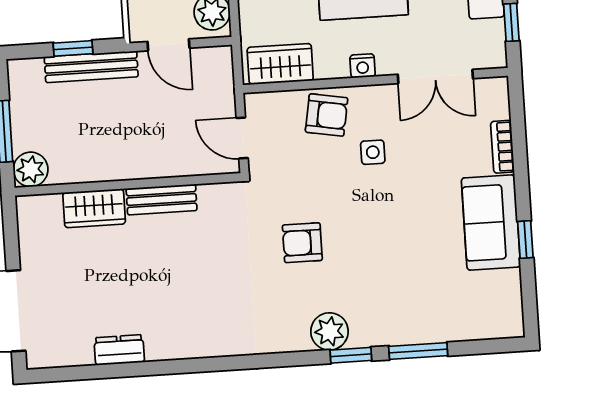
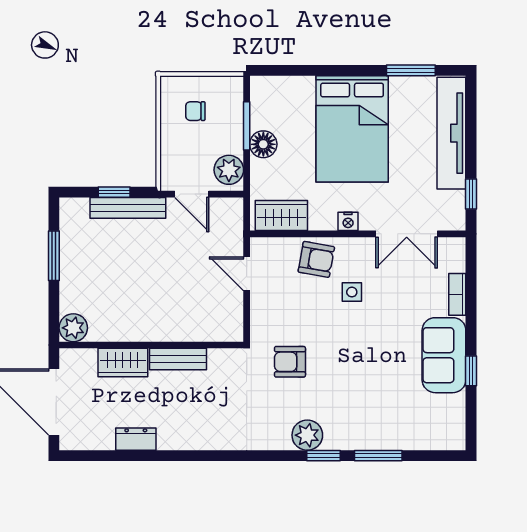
plant: (31, 169) -> (73, 328), moved
wall: (128, 184) -> (151, 345), moved
bench: (162, 199) -> (178, 359), moved
wardrobe: (94, 208) -> (123, 363), moved

